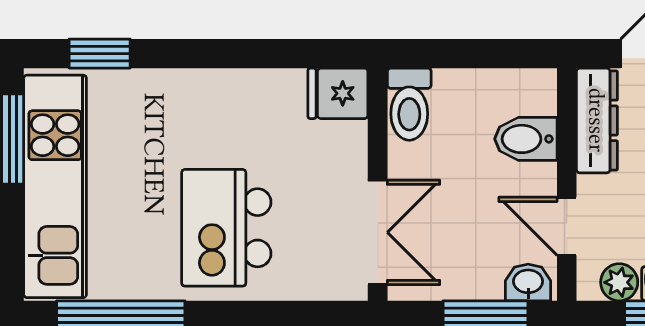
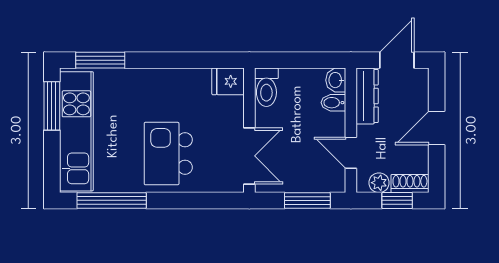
window: (100, 54) -> (100, 60), width x1.50
bidet: (526, 139) -> (333, 103), width x0.72, depth x0.74
washbasin: (528, 282) -> (336, 80), moved, turned -90

